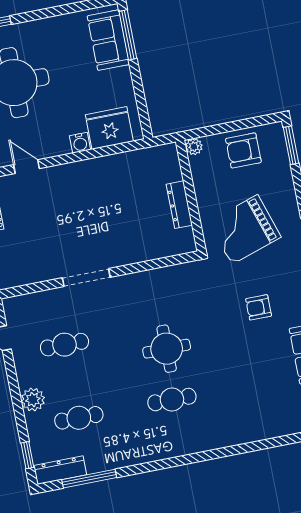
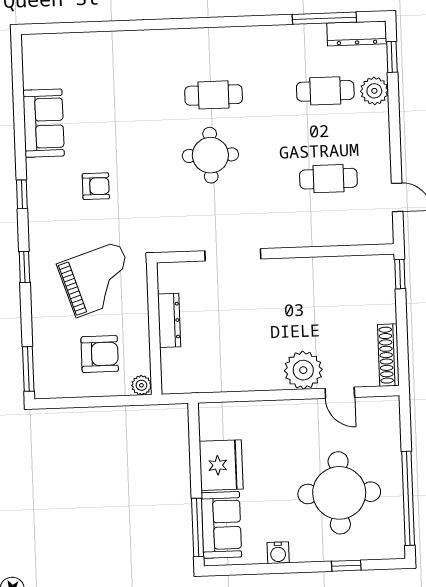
fridge: (109, 128) -> (221, 465), moved, turned -90
water cooler: (80, 143) -> (278, 553), moved, turned 180
armchair: (243, 150) -> (100, 354), moved
plant: (60, 181) -> (303, 370), added
doorway: (86, 278) -> (233, 255), moved
plant: (33, 400) -> (374, 91), moved

